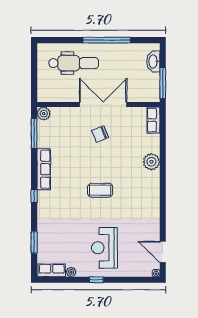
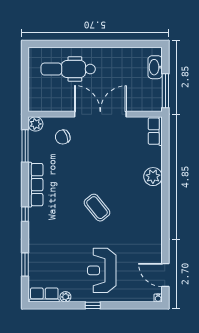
window: (107, 40) -> (104, 44), removed
dental chair: (74, 63) -> (68, 69), turned 180
chair: (100, 134) -> (63, 137), moved
coffee table: (100, 190) -> (97, 208), turned 51

